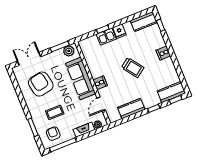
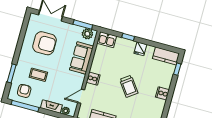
kitchen sink: (106, 37) -> (107, 40), moved
sofa: (81, 78) -> (81, 58), width x0.73
armchair: (41, 84) -> (44, 43), turned 101

